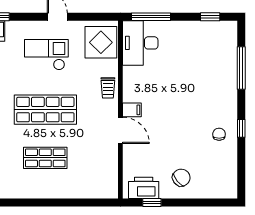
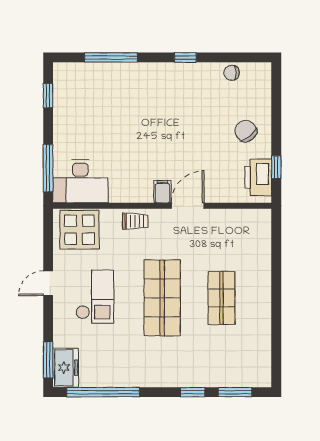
checkout: (46, 55) -> (95, 297), turned 180
chair: (219, 134) -> (231, 73), moved

